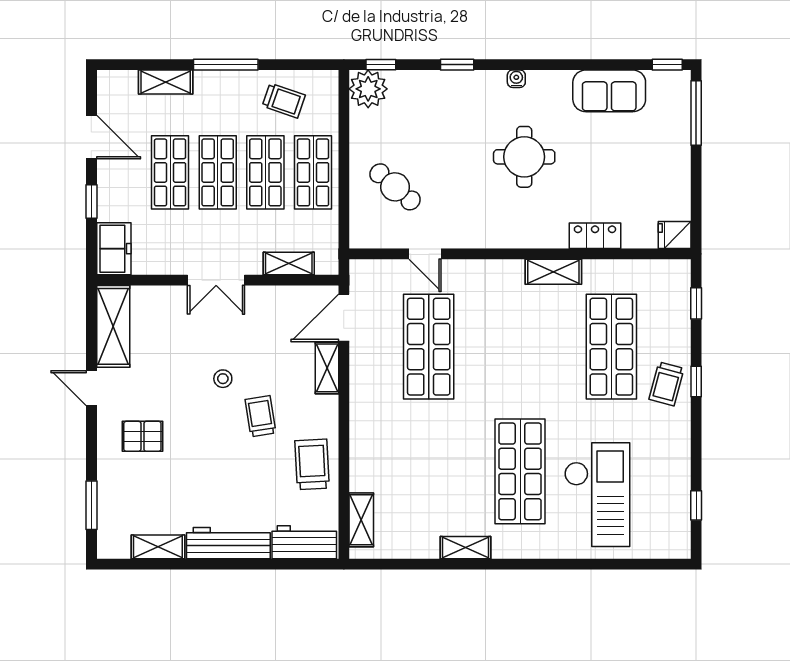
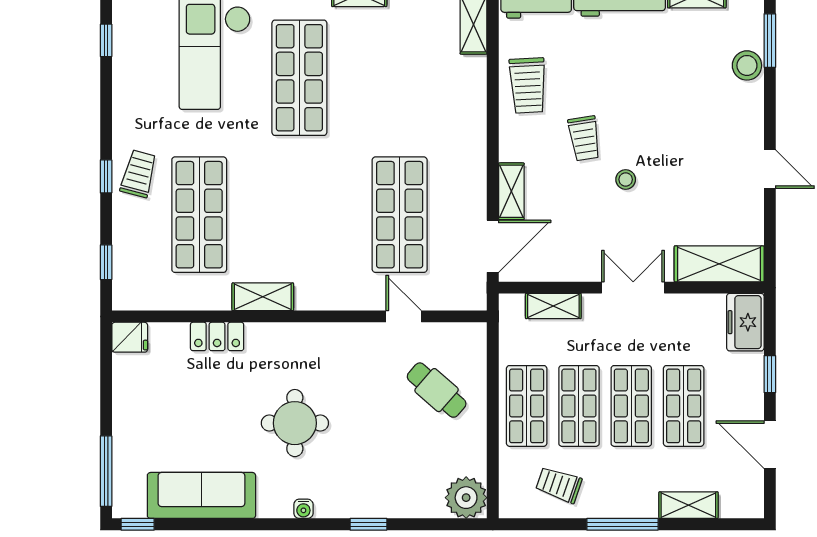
window: (381, 65) -> (452, 524), removed
sofa: (609, 91) -> (201, 495), width x1.36
shelving: (113, 326) -> (719, 264), moved, turned 90
pallet: (142, 436) -> (714, 116), removed
stool: (112, 483) -> (747, 65), added

